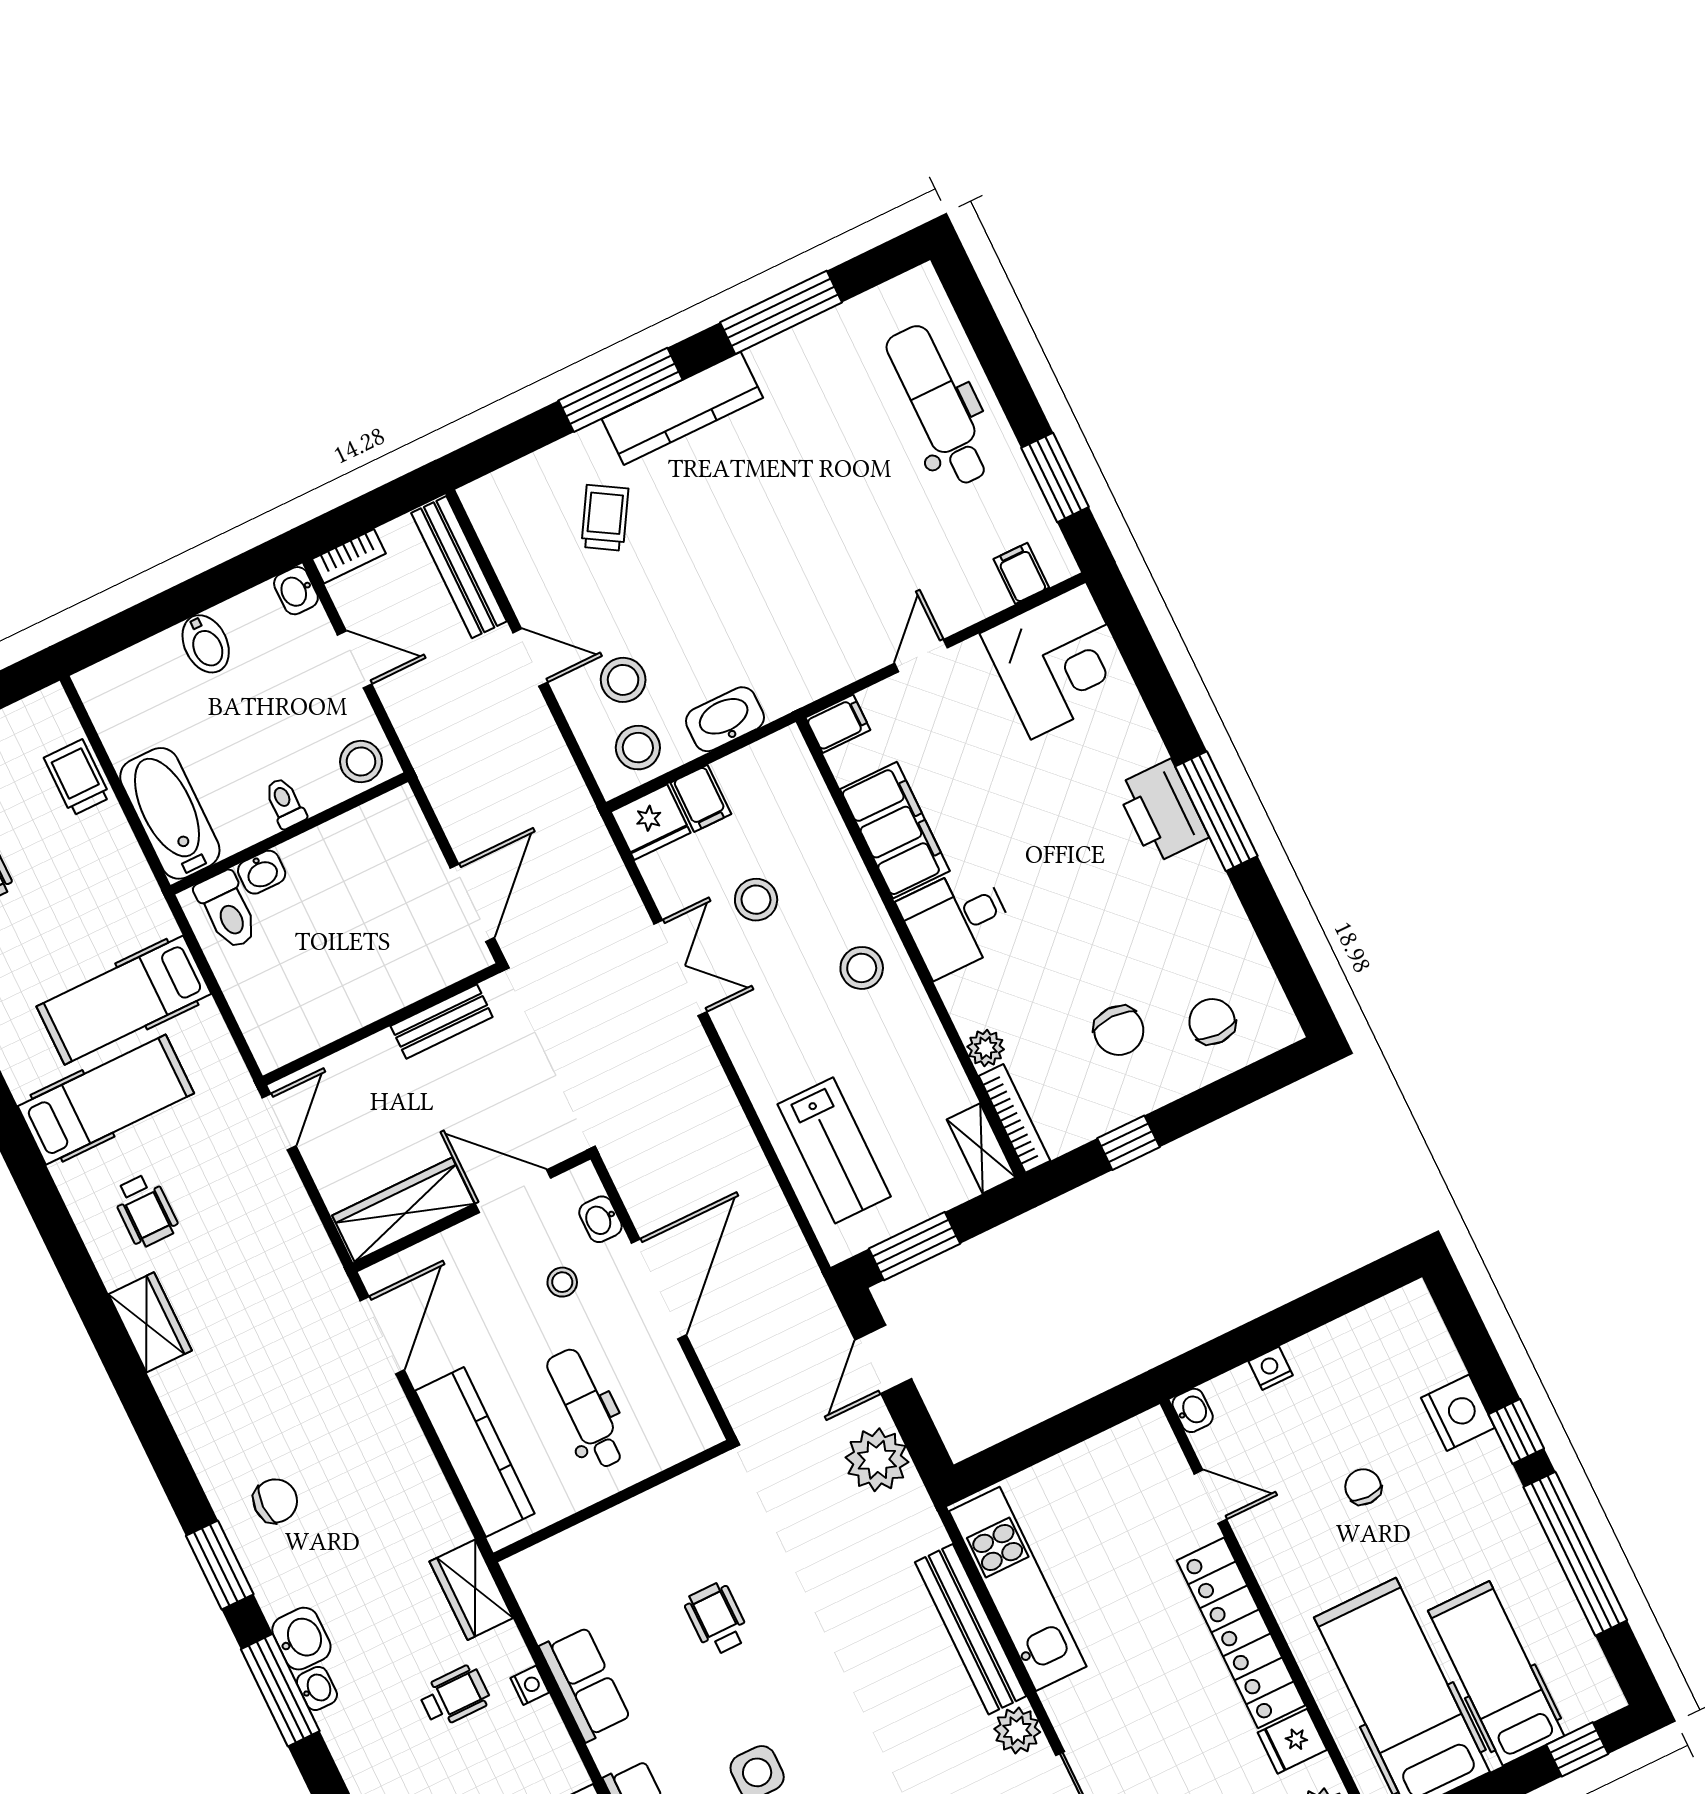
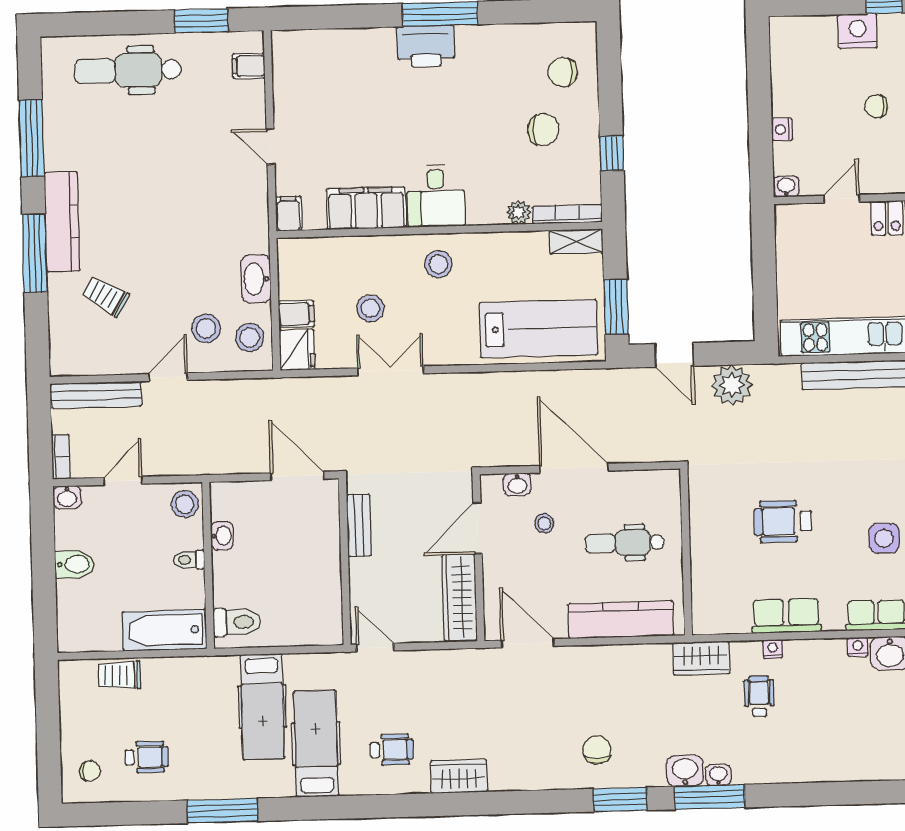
corner desk: (1058, 661) -> (310, 67), removed
washbasin: (262, 872) -> (222, 536), moved
lab bench: (834, 1150) -> (538, 329), width x1.36, depth x1.39
wheelchair: (717, 1619) -> (783, 521), width x1.36, depth x1.37

